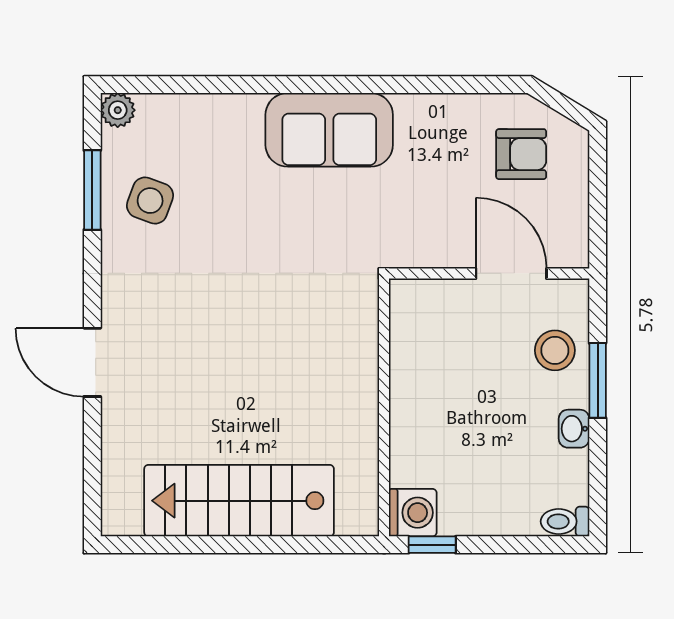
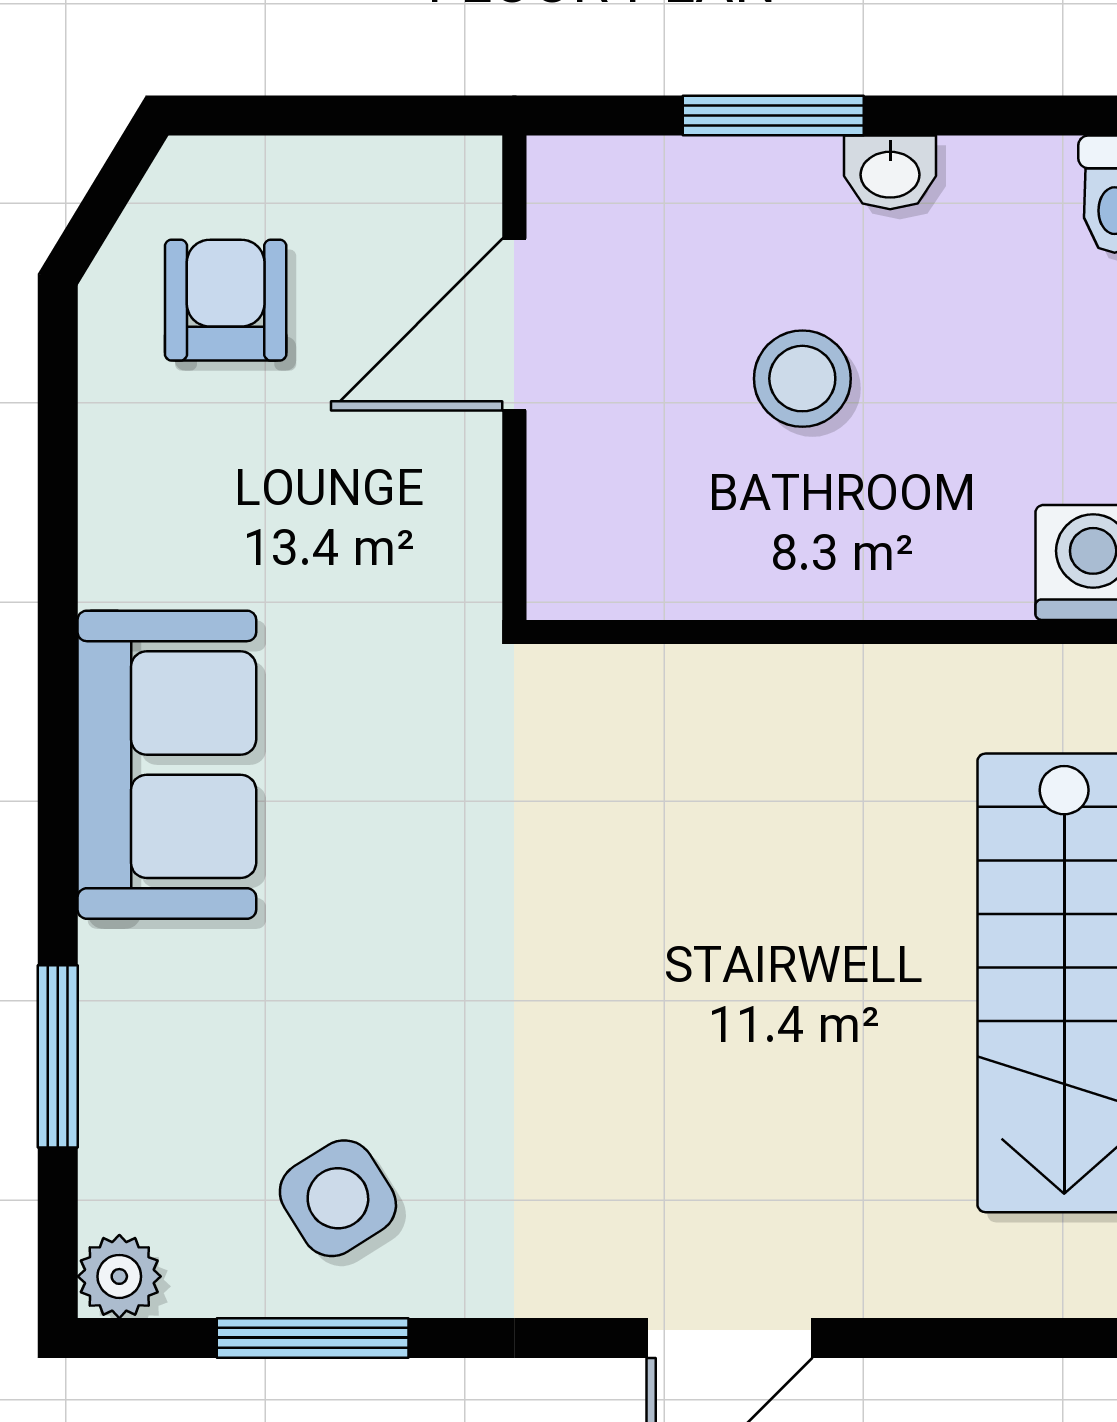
window: (209, 85) -> (58, 1056), added
side table: (150, 201) -> (338, 1198), turned 38
stool: (555, 350) -> (802, 379), moved

